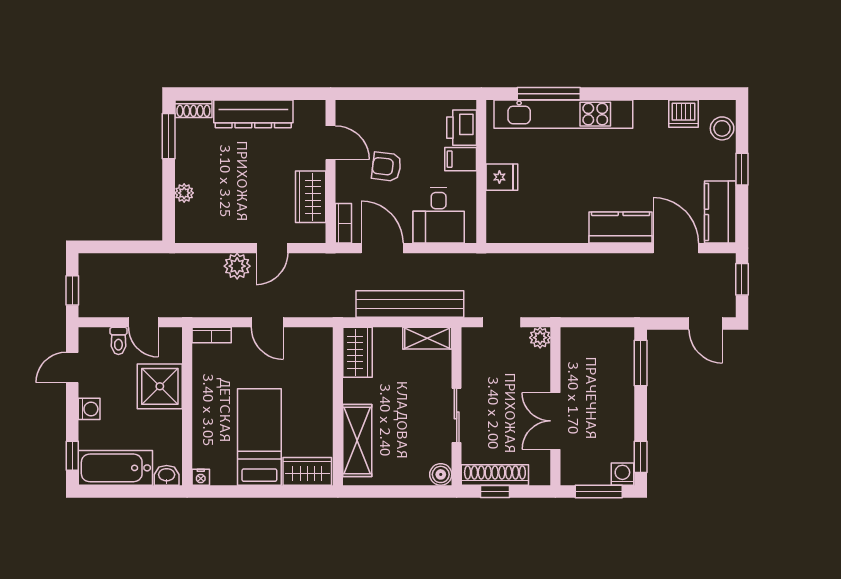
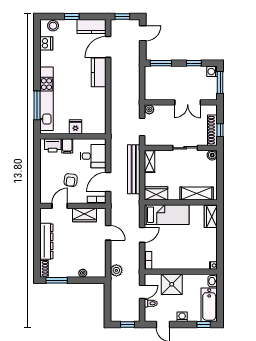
plant: (237, 266) -> (116, 270), moved
bed: (259, 437) -> (167, 215), moved, turned 180
window: (641, 457) -> (194, 63), moved

